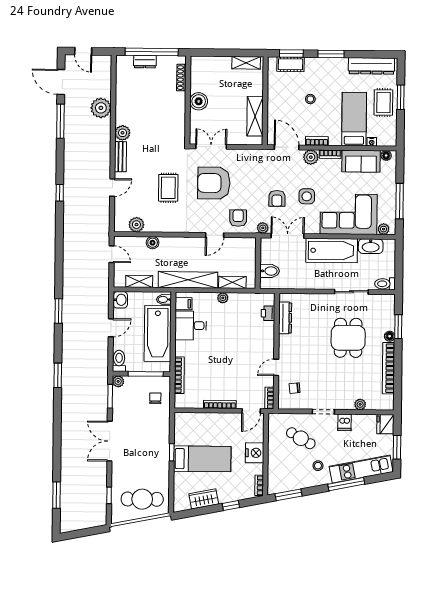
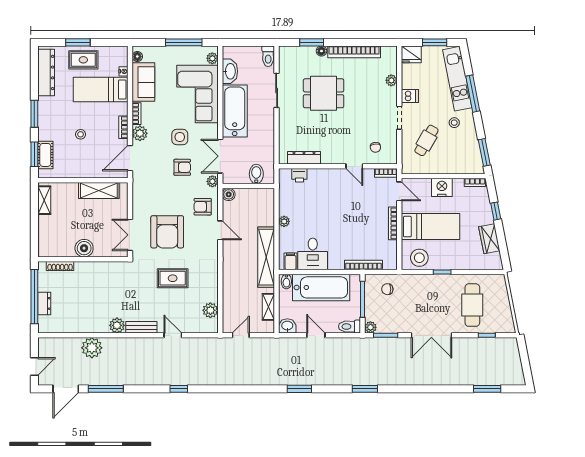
boiler: (153, 243) -> (229, 194), moved
shelving: (232, 282) -> (268, 212), removed
stool: (186, 430) -> (419, 258), added
bed: (202, 459) -> (430, 227), moved, turned 90
cafe table: (142, 499) -> (472, 305), moved

